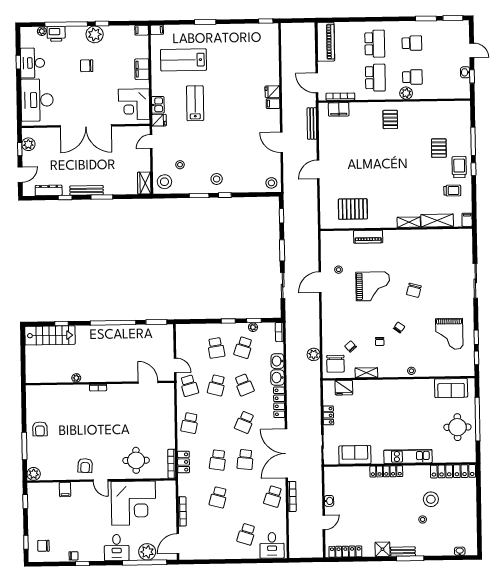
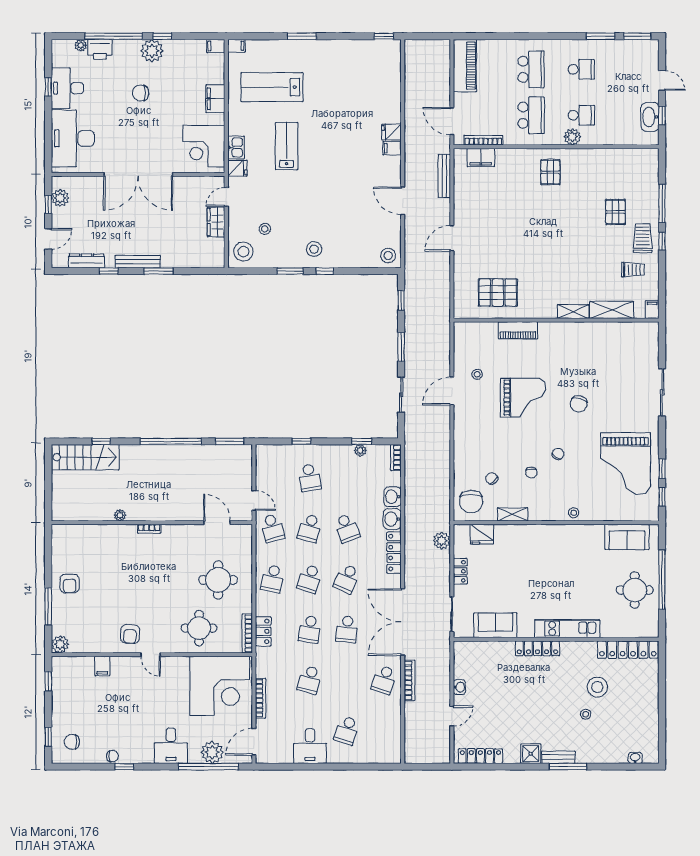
washbasin: (465, 72) -> (650, 117), width x1.91, depth x1.45
wardrobe: (144, 183) -> (216, 222), moved
window: (228, 321) -> (301, 441), moved
grand piano: (449, 334) -> (626, 464), width x1.37, depth x1.48
school desk: (243, 347) -> (310, 579), moved
plant: (314, 354) -> (442, 541), moved
round table: (150, 425) -> (218, 580), added
corner desk: (134, 503) -> (220, 686), moved
desk: (272, 545) -> (310, 746), moved

